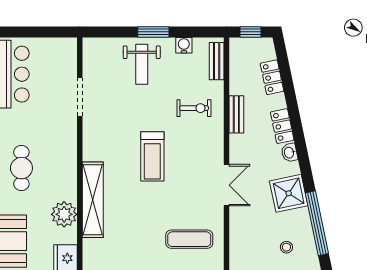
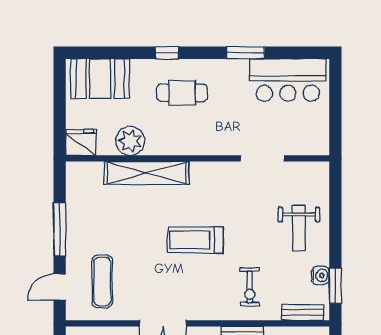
window: (153, 32) -> (335, 286), moved
weight bench: (142, 64) -> (299, 228), turned -90

